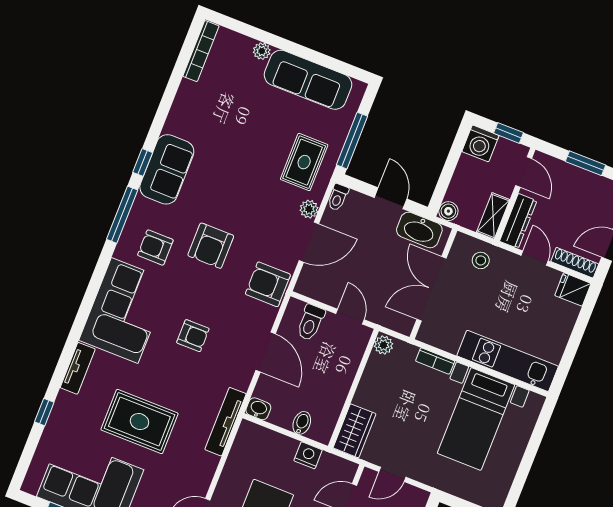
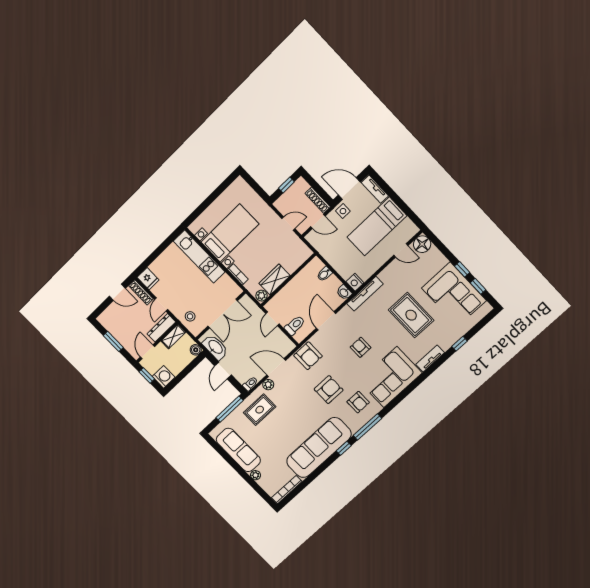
sofa: (167, 169) -> (319, 448), width x1.85, depth x1.27
wardrobe: (354, 431) -> (275, 279), moved
nightstand: (308, 455) -> (355, 282), moved

